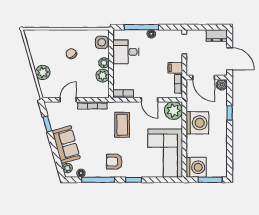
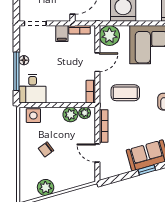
desk: (126, 52) -> (33, 89), moved
plant: (104, 63) -> (85, 113), moved
plant: (43, 72) -> (46, 187), moved
window: (47, 124) -> (147, 170), moved

